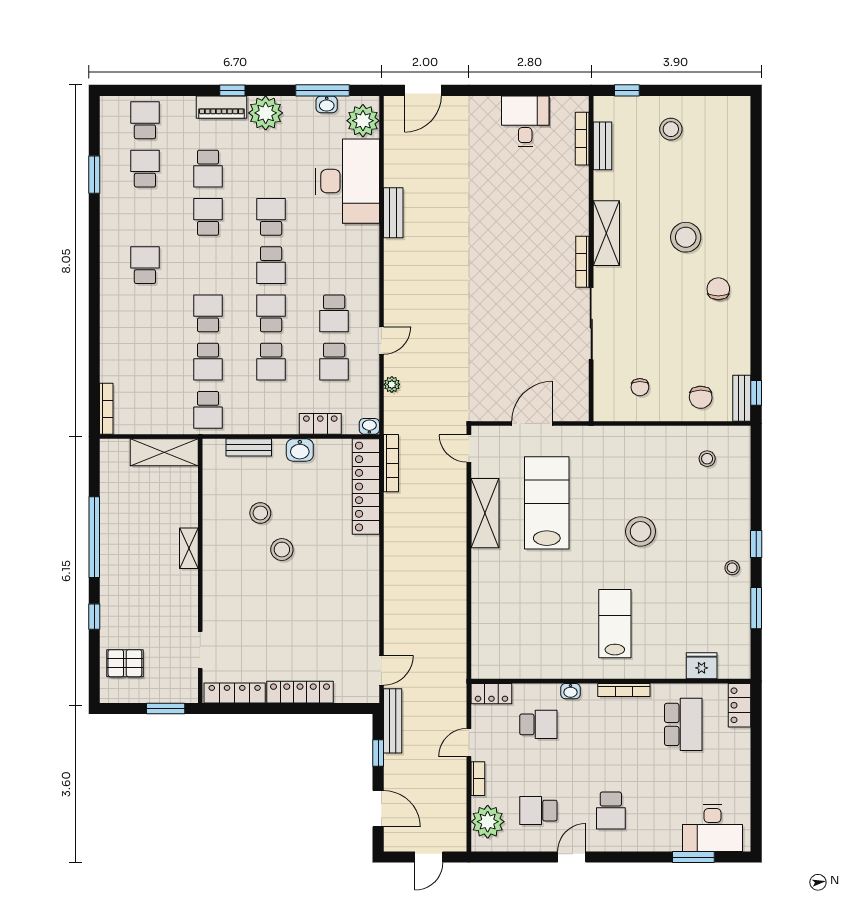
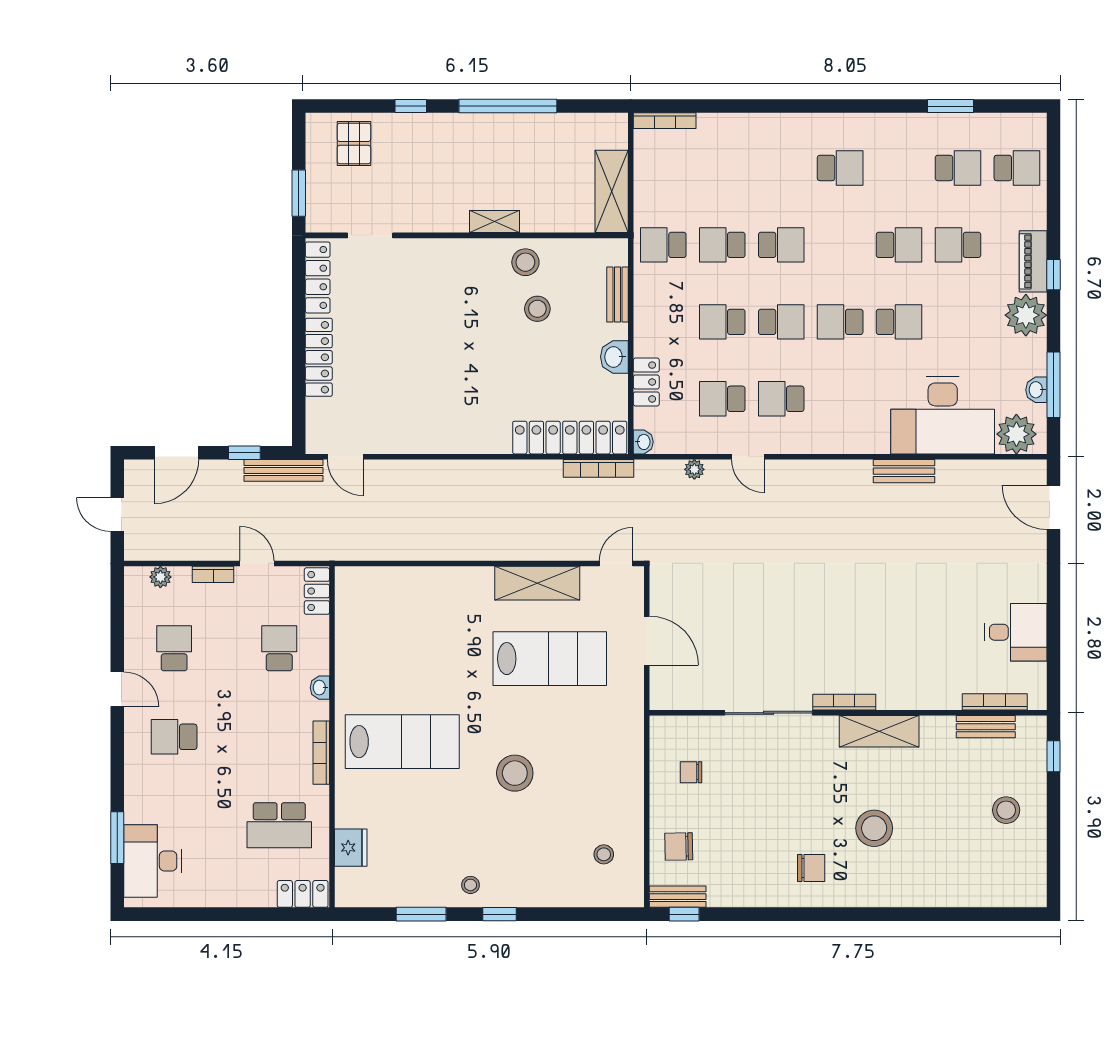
stool: (282, 550) -> (525, 262), moved
lab bench: (615, 624) -> (402, 742), width x1.36, depth x1.39
school desk: (538, 724) -> (279, 648), turned 180
plant: (488, 822) -> (160, 577), width x0.53, depth x0.53

